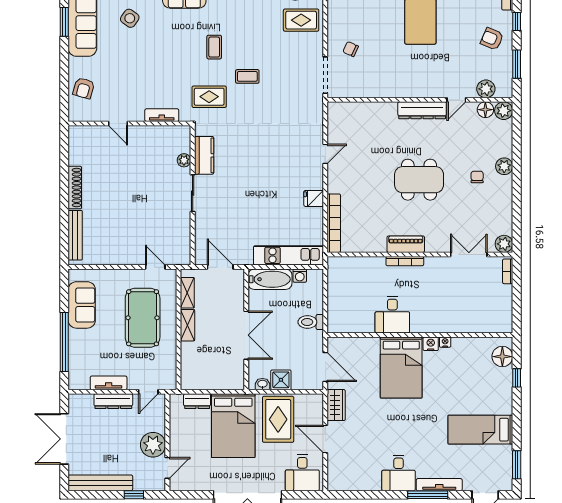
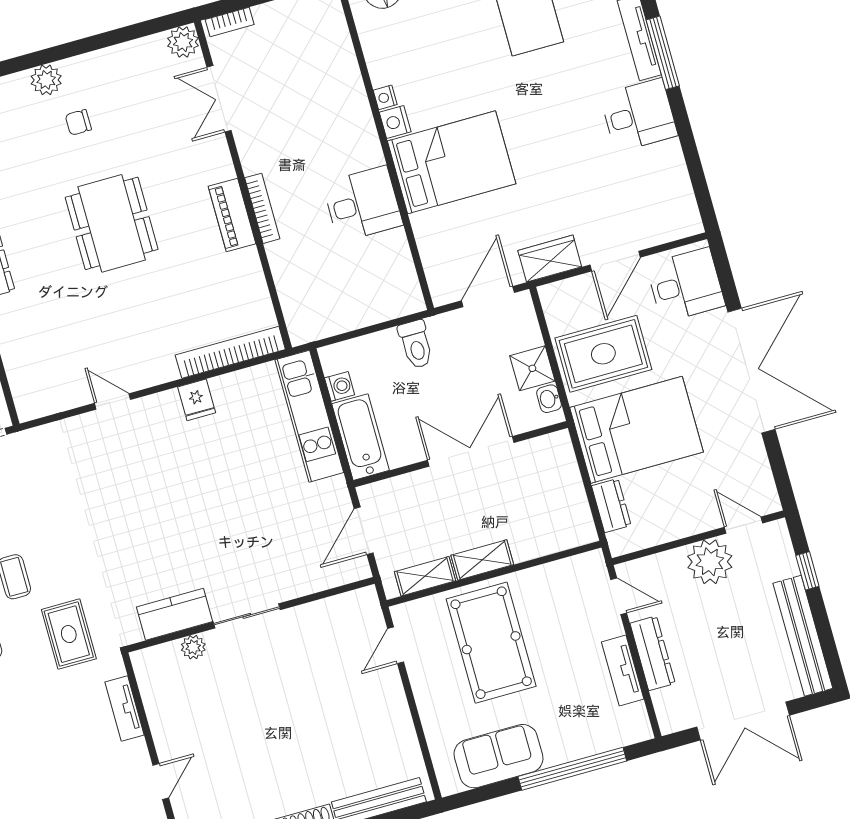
pool table: (143, 318) -> (491, 643), turned 90

